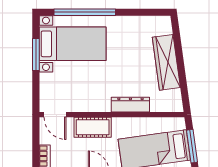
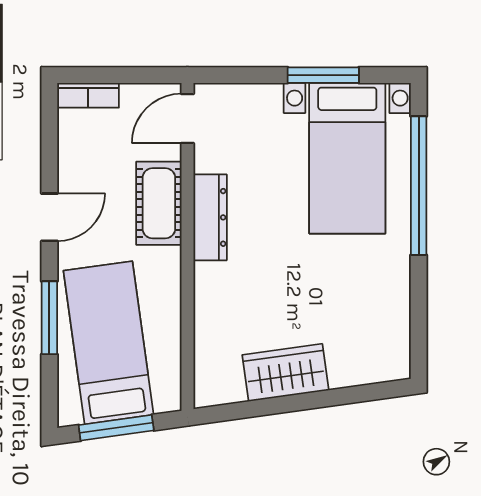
wardrobe: (166, 62) -> (285, 373), width x0.67
dresser: (130, 105) -> (210, 217), moved

